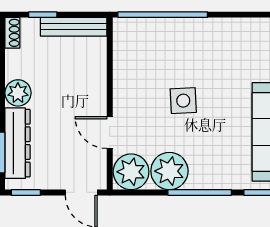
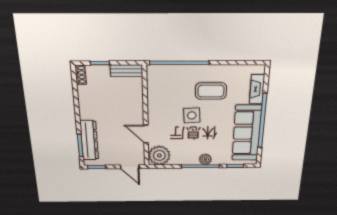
bench: (74, 27) -> (127, 71), width x0.73
coffee table: (212, 60) -> (211, 91), added
plant: (18, 93) -> (87, 112), removed
plant: (169, 171) -> (205, 159), moved, width x0.53, depth x0.53

